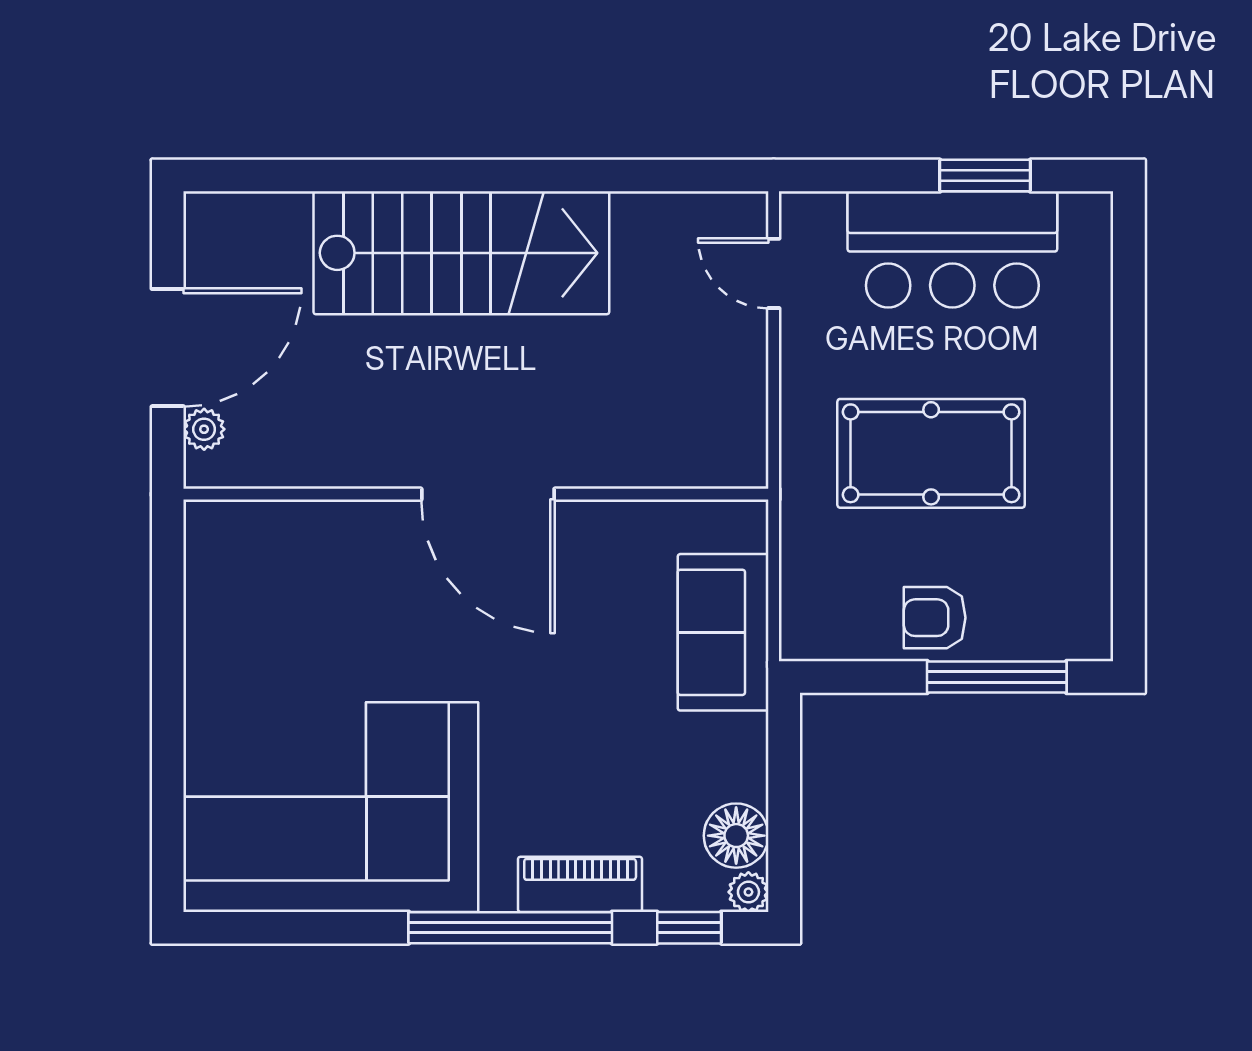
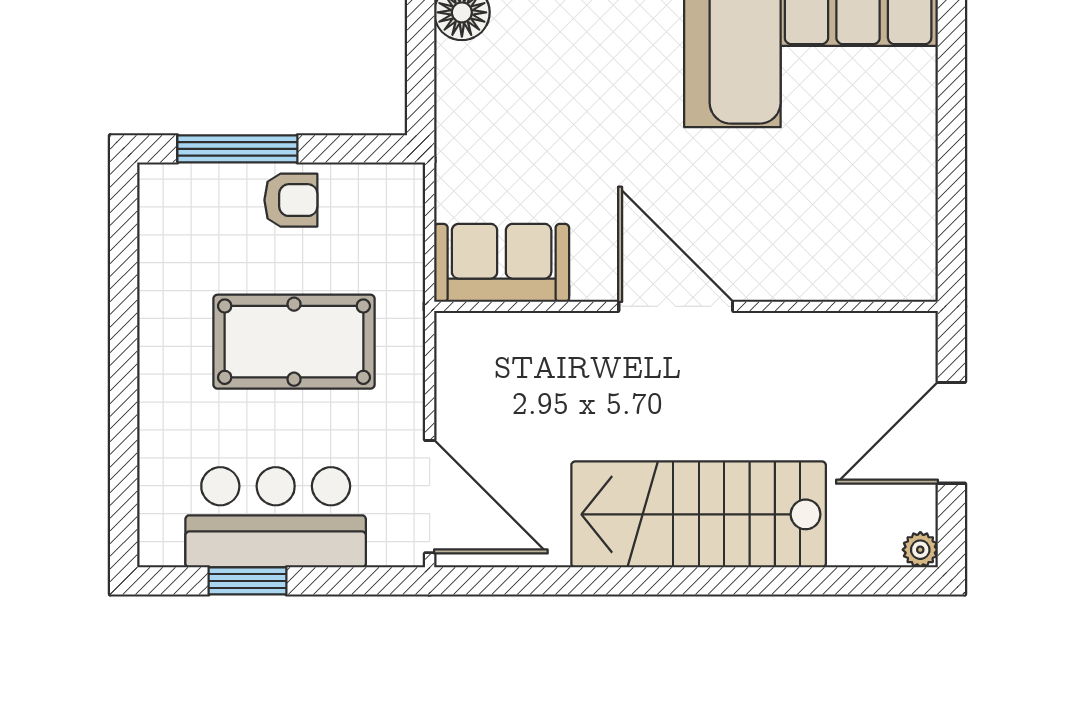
door: (774, 273) -> (430, 497), width x1.87
plant: (204, 429) -> (920, 550), moved
sofa: (723, 632) -> (502, 263), moved, turned -90

